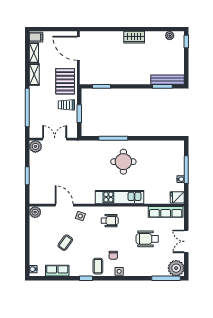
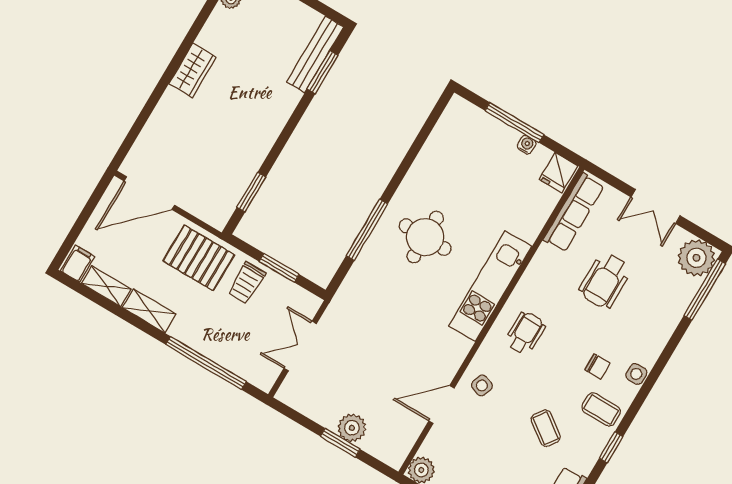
plant: (35, 146) -> (352, 428), moved
coffee table: (65, 243) -> (546, 428), moved

